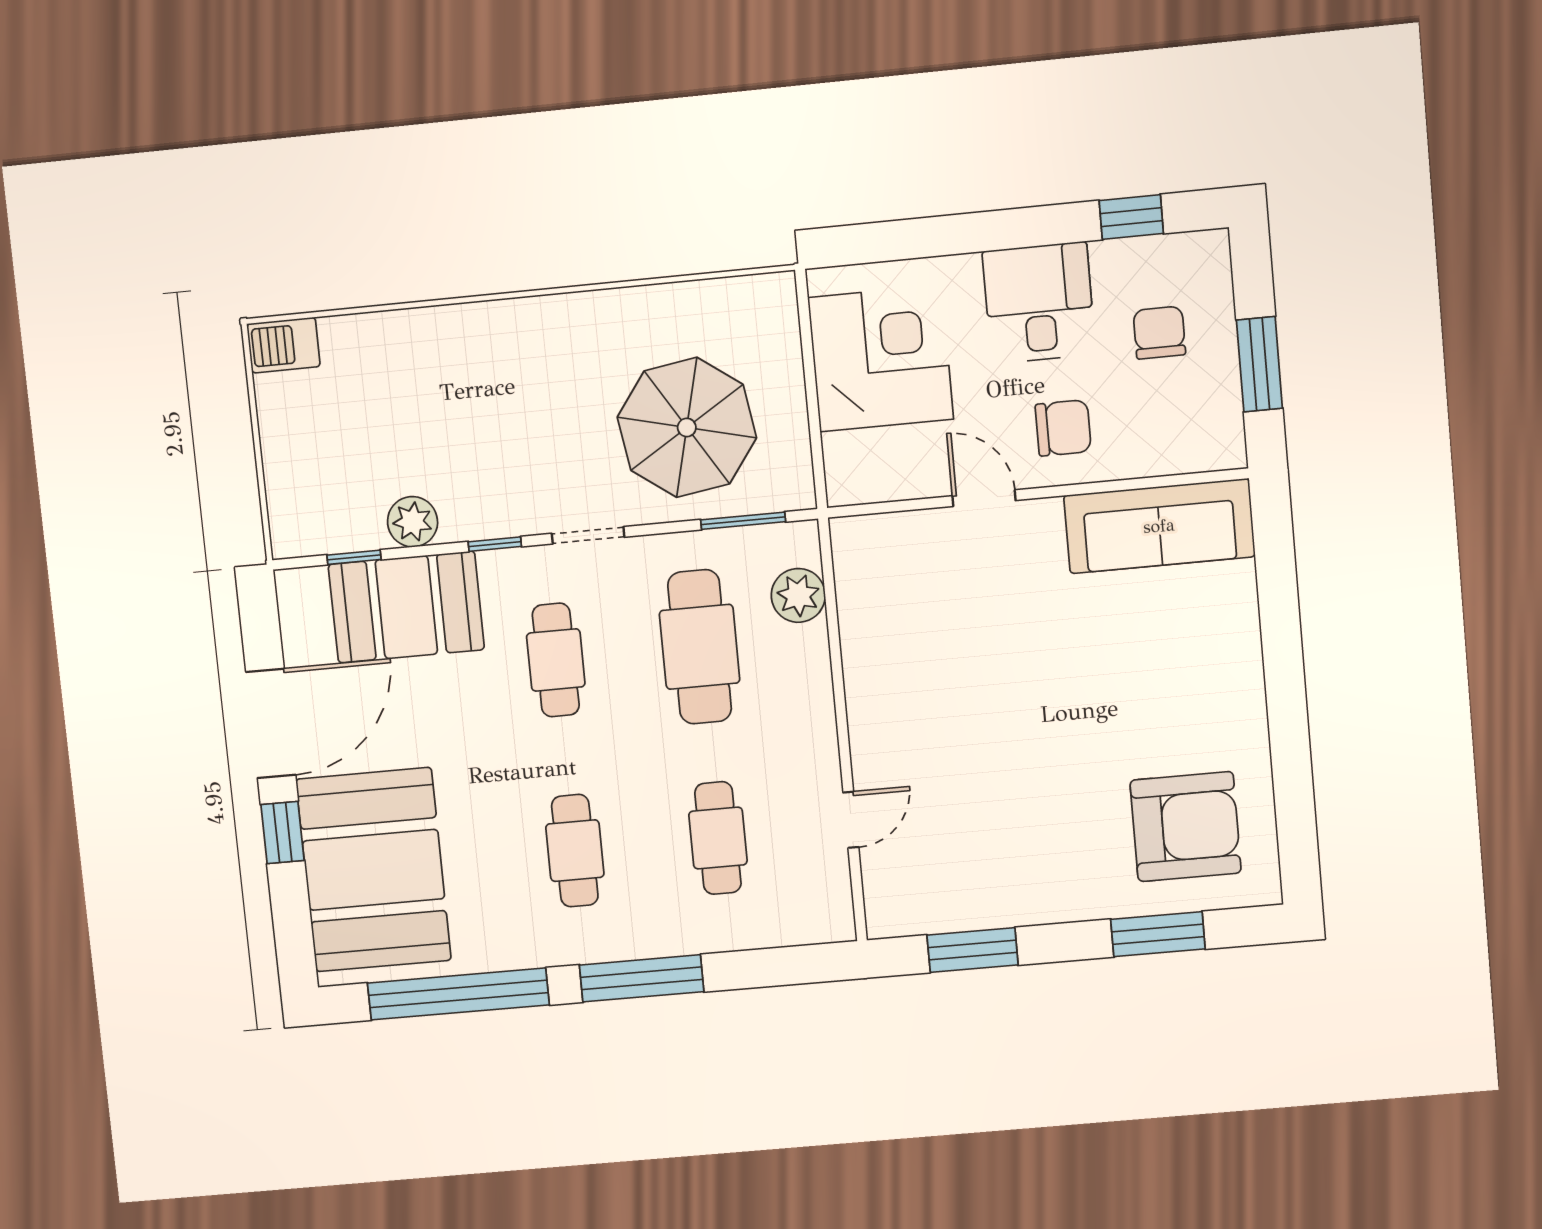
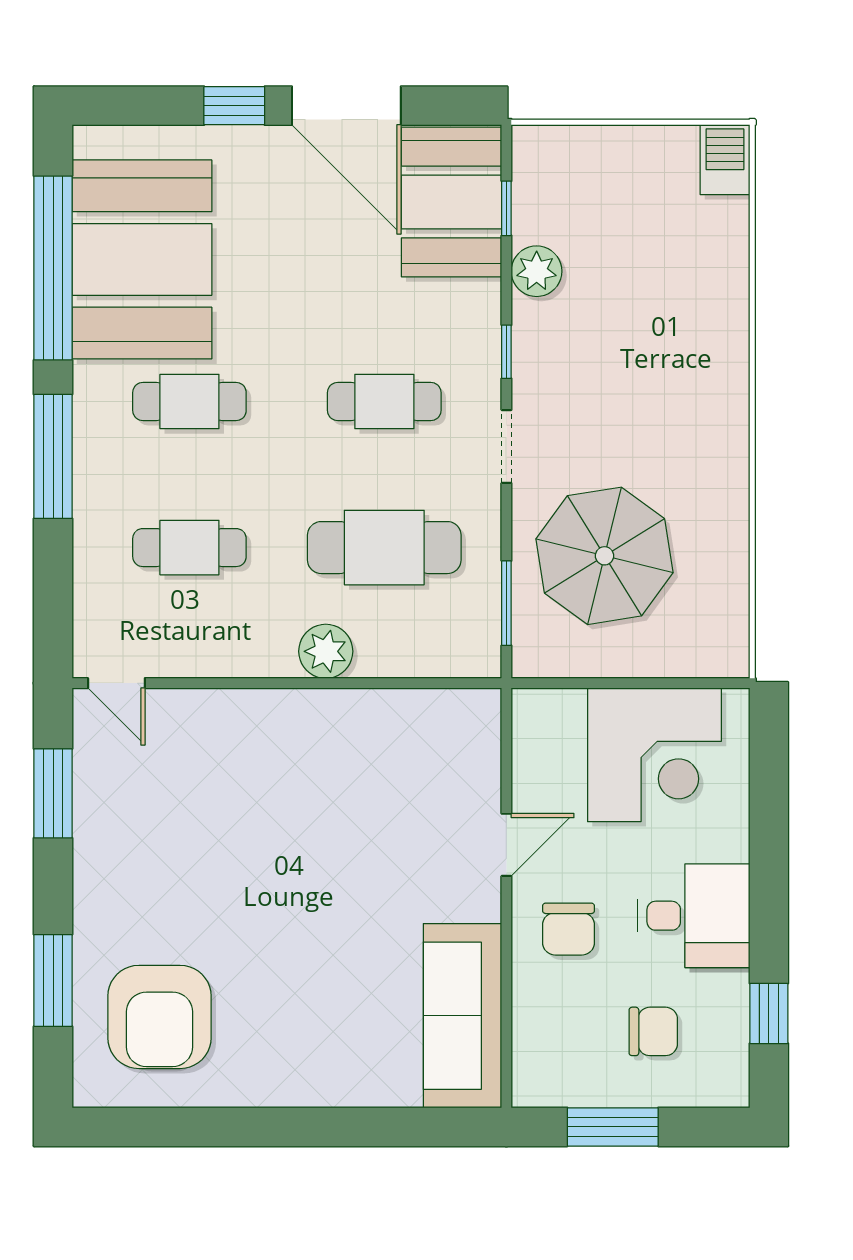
plant: (798, 595) -> (326, 651), moved
booth: (406, 607) -> (451, 202), moved
door: (851, 820) -> (116, 683), moved
booth: (373, 870) -> (142, 259), moved, turned 90

